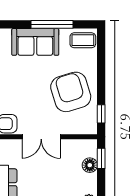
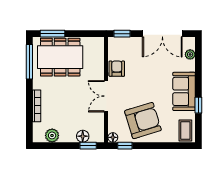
window: (52, 24) -> (198, 105), width x0.46
floor lamp: (91, 129) -> (113, 137), added

